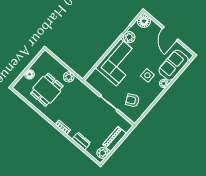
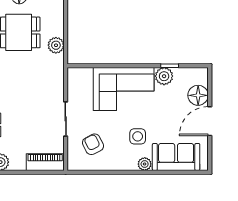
floor lamp: (144, 21) -> (198, 95), moved
piano: (114, 139) -> (45, 162), moved

